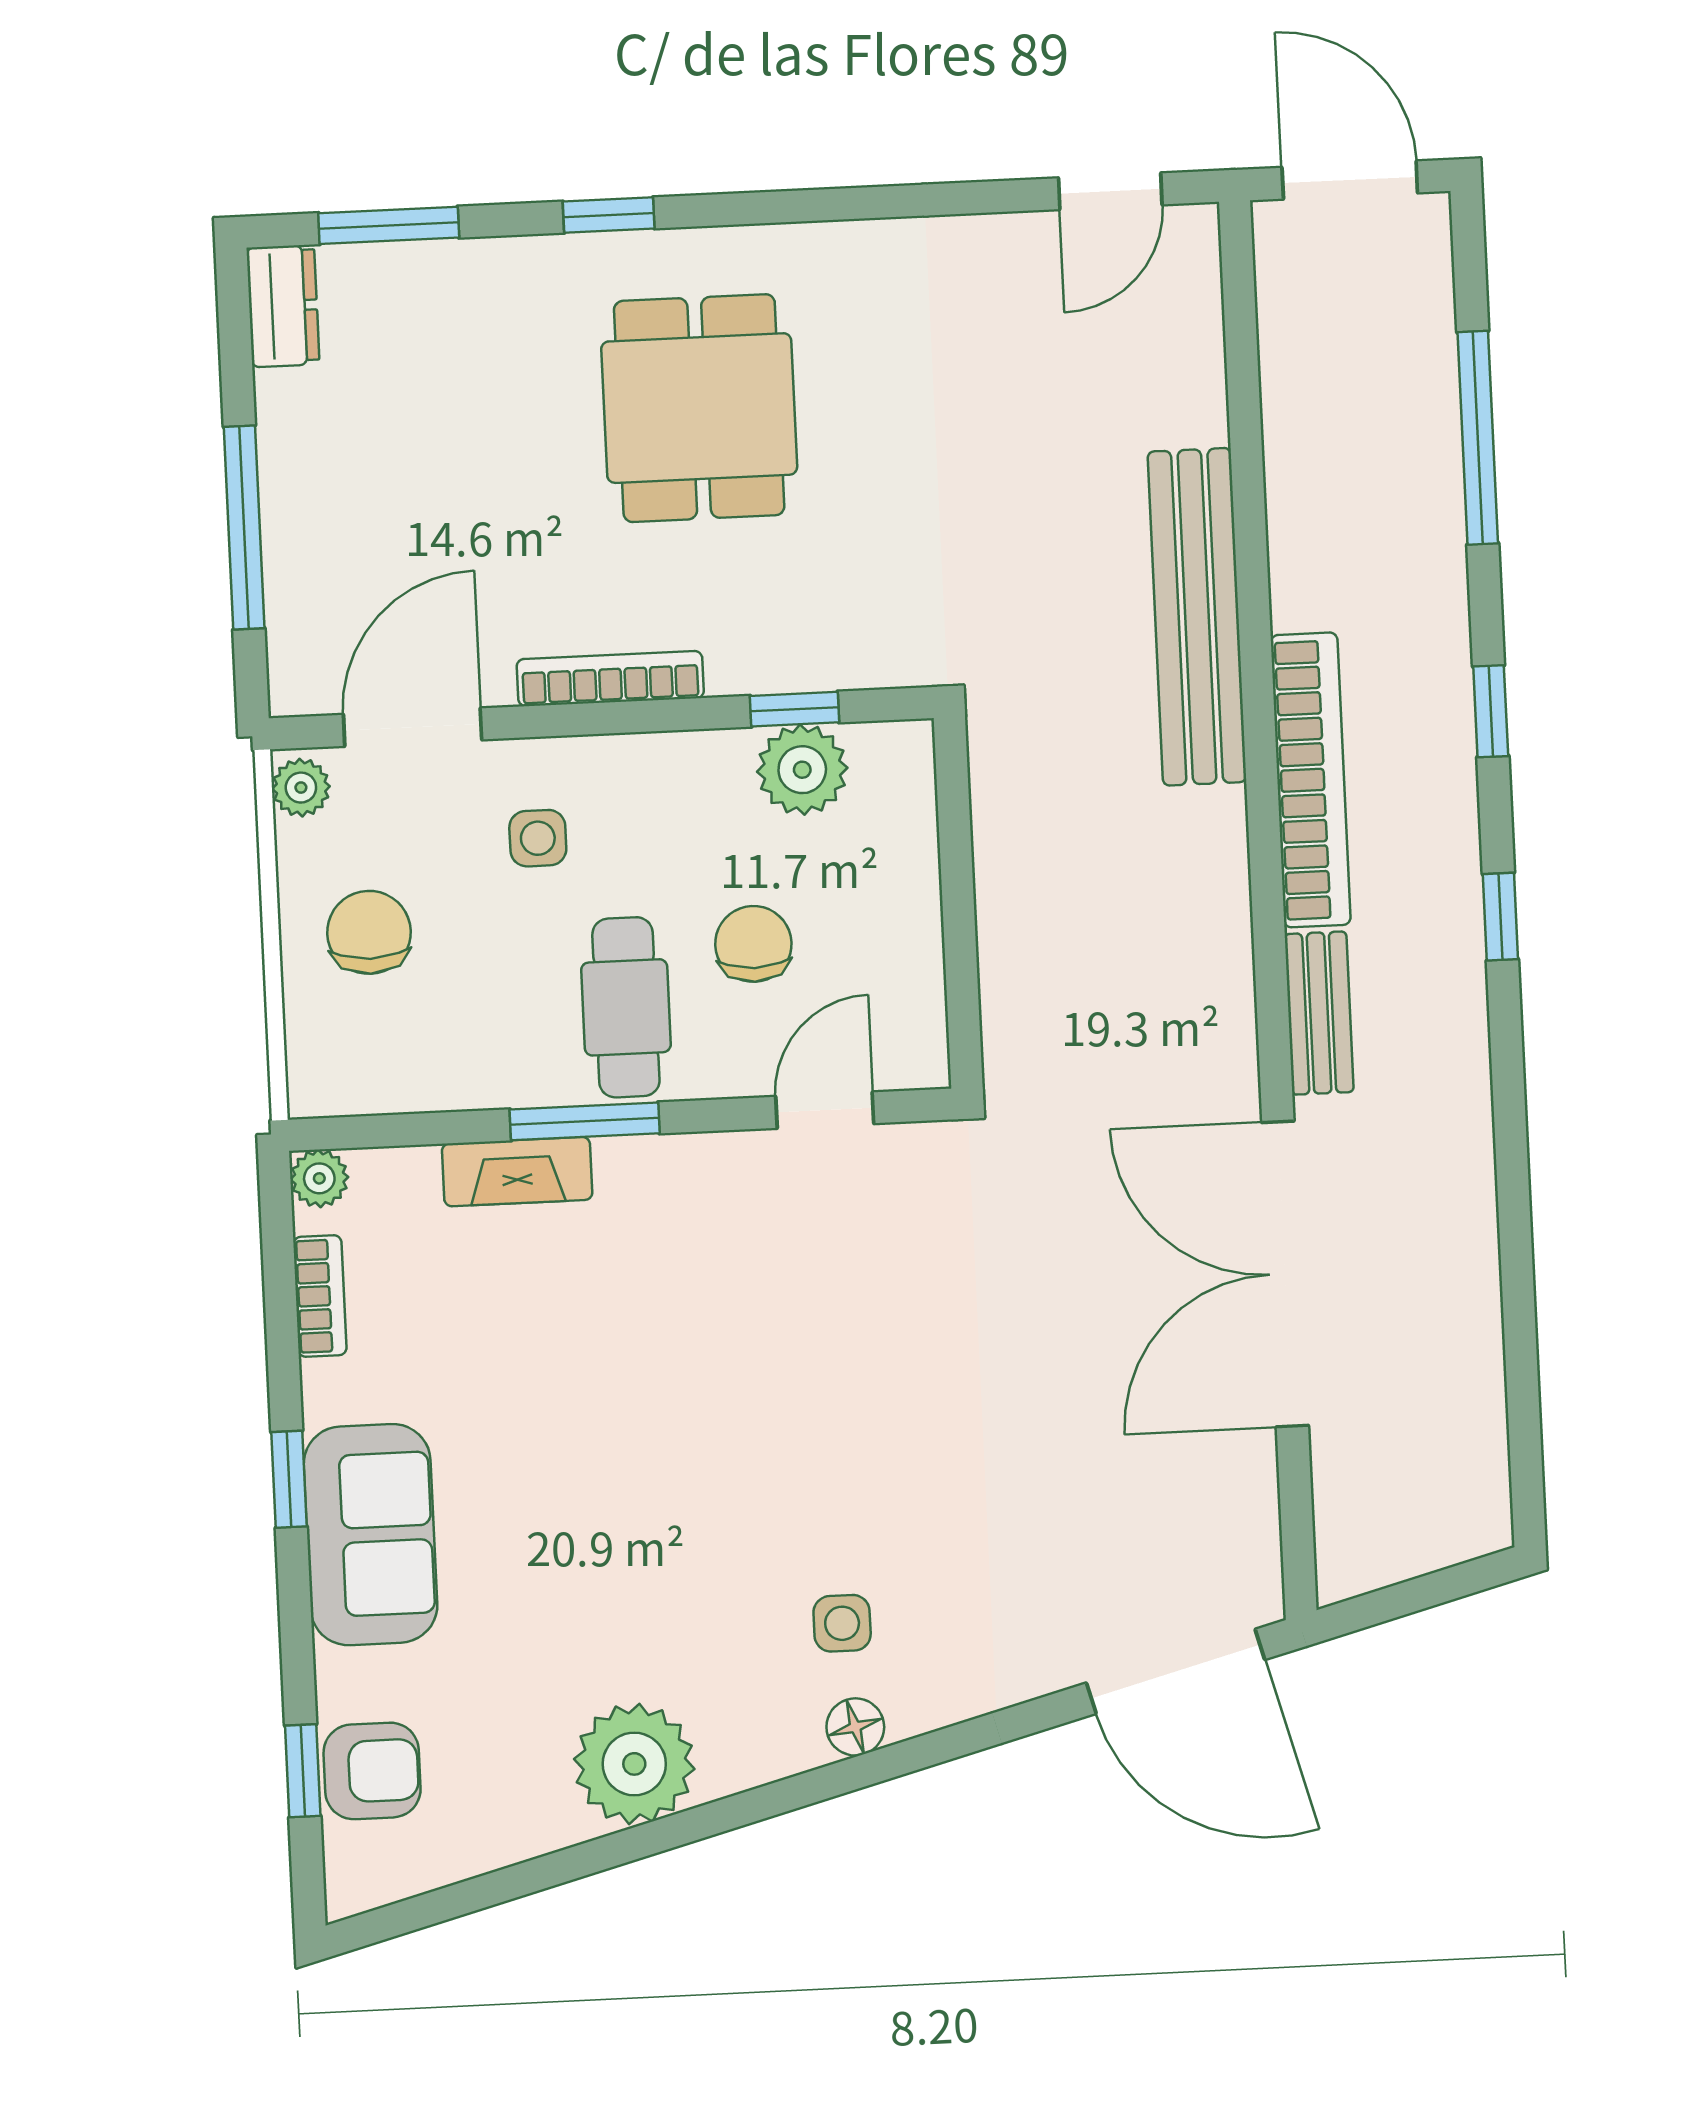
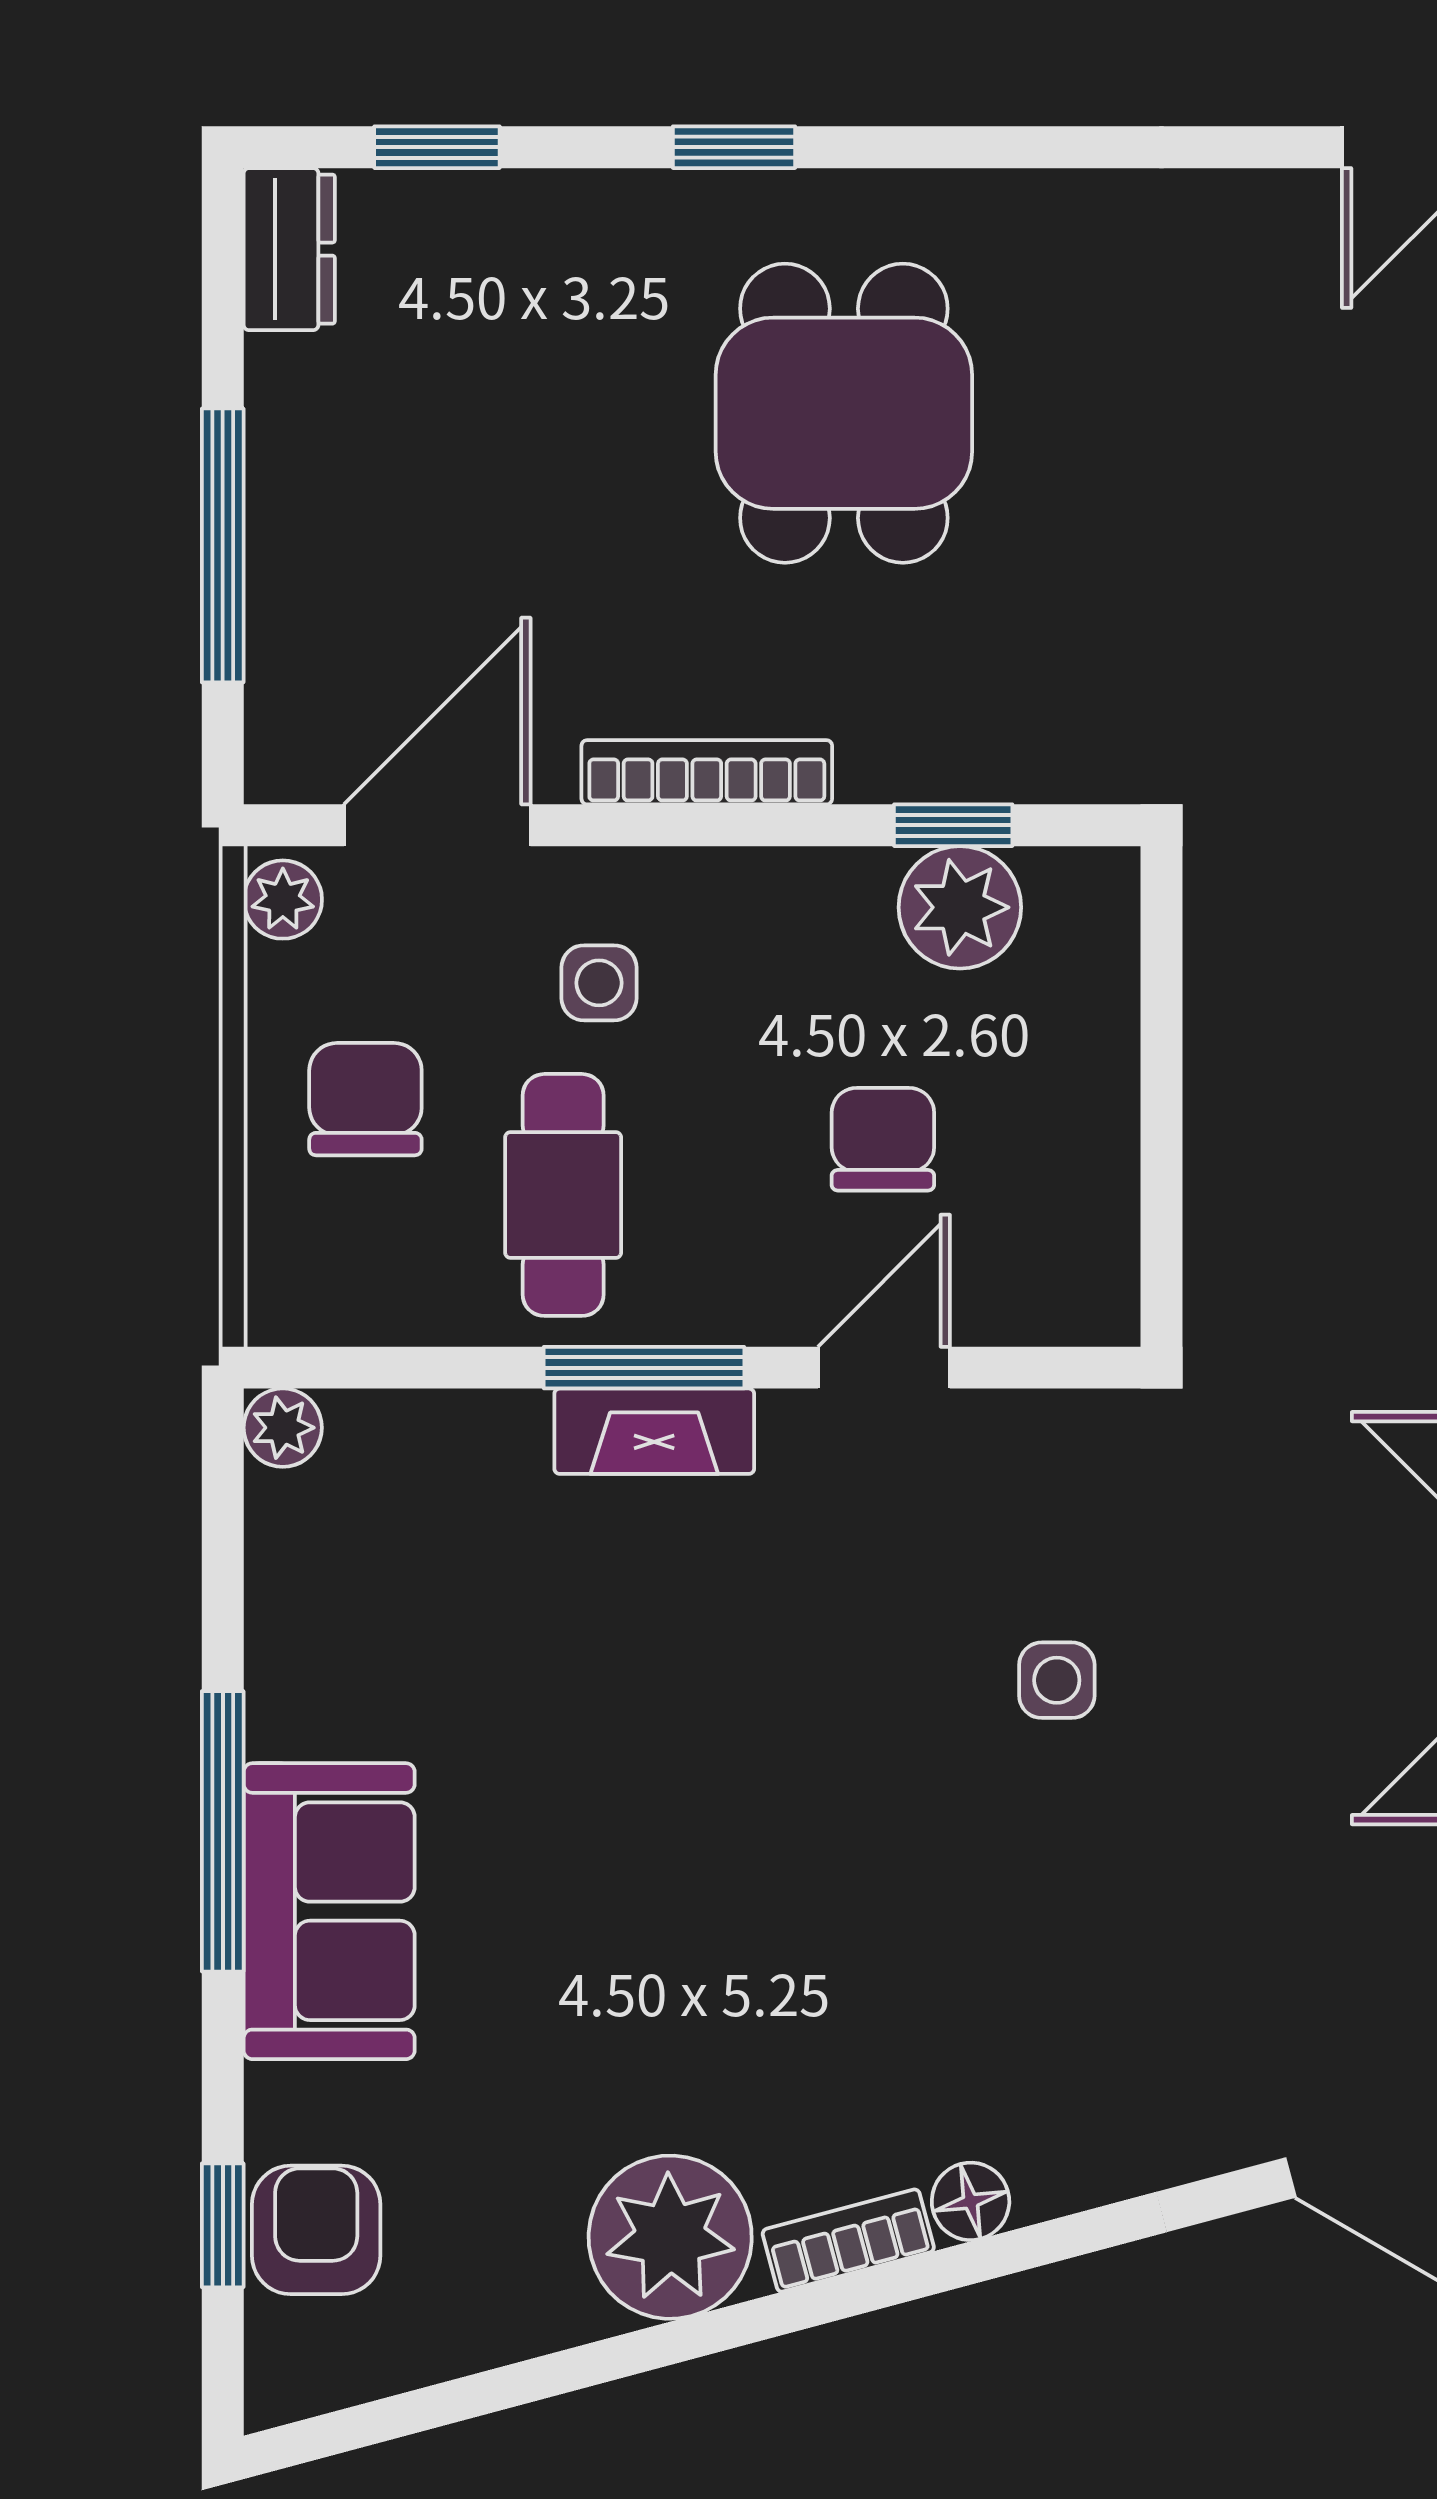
window: (389, 225) -> (437, 147), width x0.67
cafe table: (626, 1007) -> (563, 1195), moved
door: (825, 1110) -> (884, 1368), moved
fireplace: (517, 1172) -> (654, 1431), moved
bookcase: (320, 1296) -> (848, 2241), moved, turned -105
window: (289, 1479) -> (223, 1831), width x2.17
side table: (842, 1623) -> (1057, 1680), moved
armchair: (372, 1771) -> (316, 2230), turned -90

